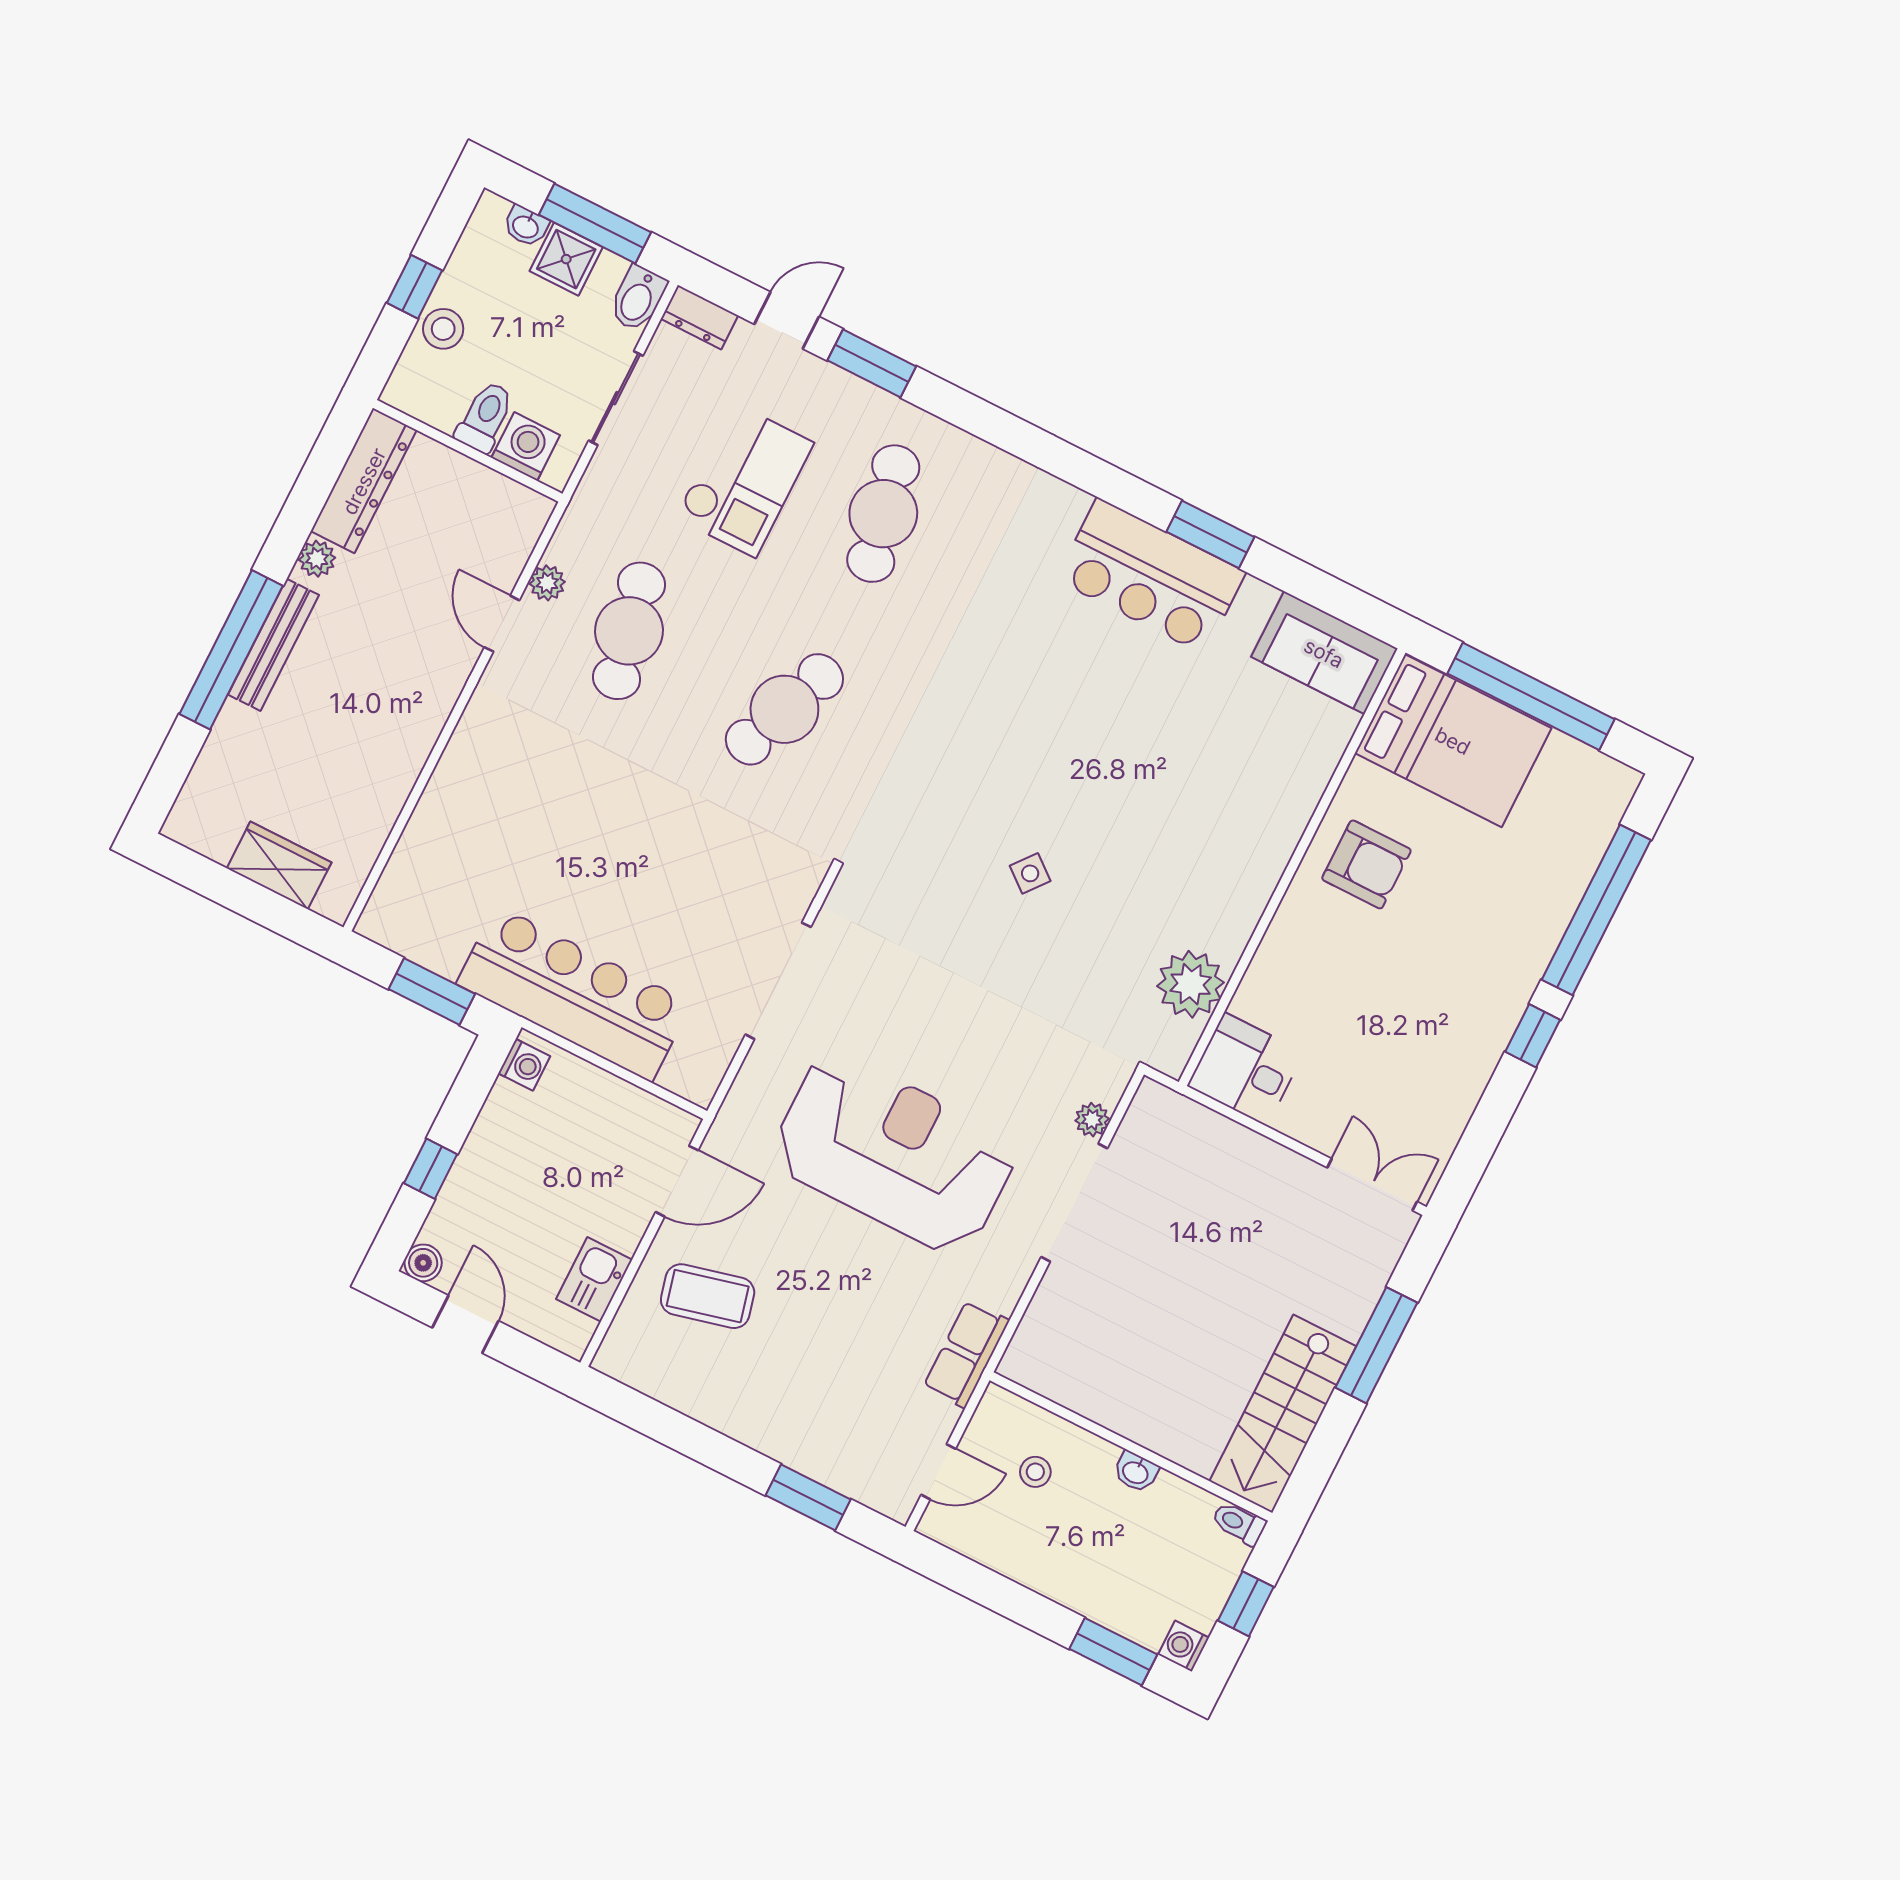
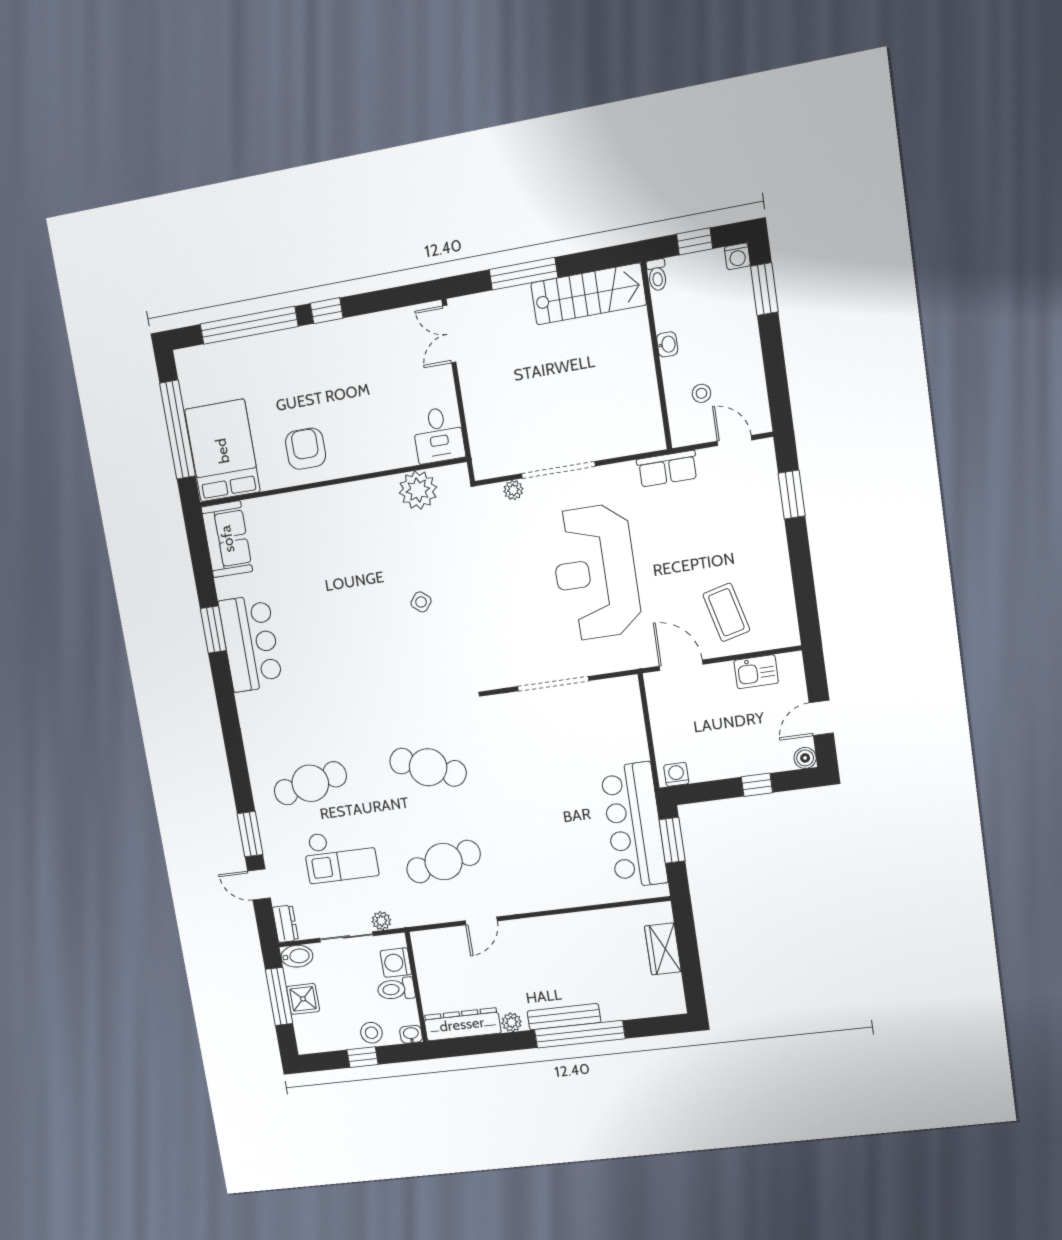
washbasin: (526, 226) -> (411, 1034), moved, turned -90
checkout: (744, 480) -> (340, 856), turned 180
plant: (547, 583) -> (381, 921), moved
bar counter: (574, 994) -> (634, 825), moved

